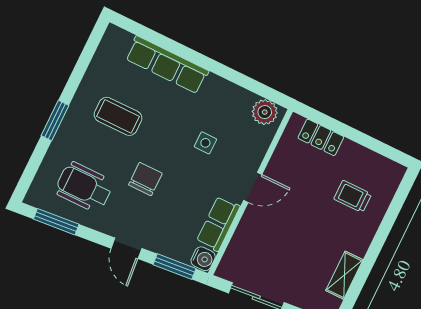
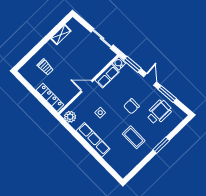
row of seats: (167, 65) -> (93, 140), moved
locker: (321, 137) -> (50, 97), width x1.53
wheelchair: (84, 187) -> (159, 112), turned -90
window: (56, 222) -> (167, 94), moved

